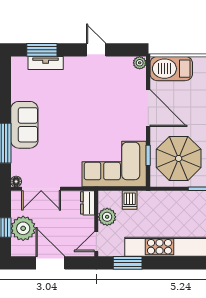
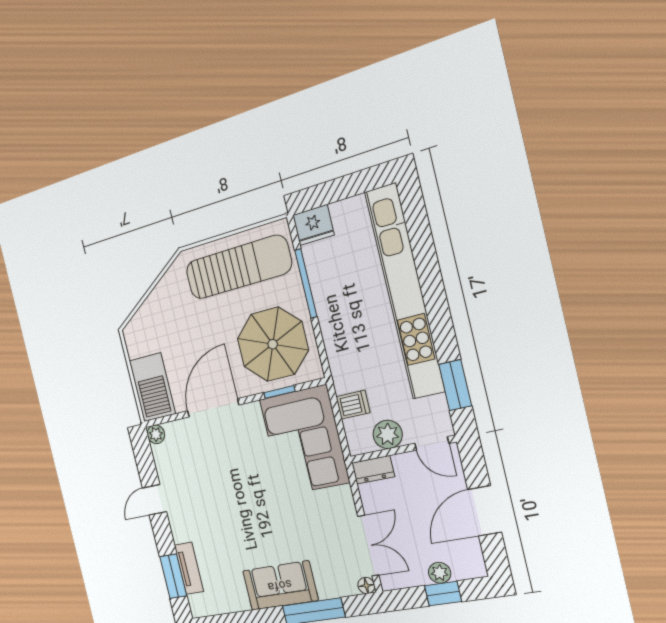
plant: (23, 228) -> (440, 573), width x0.53, depth x0.53

